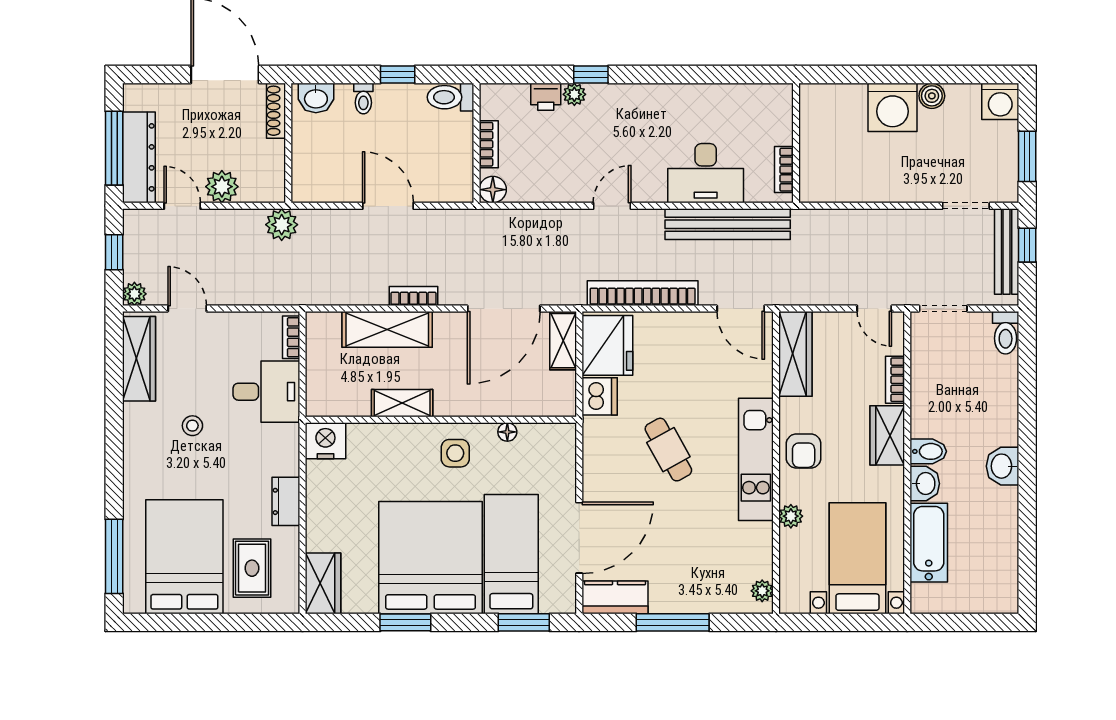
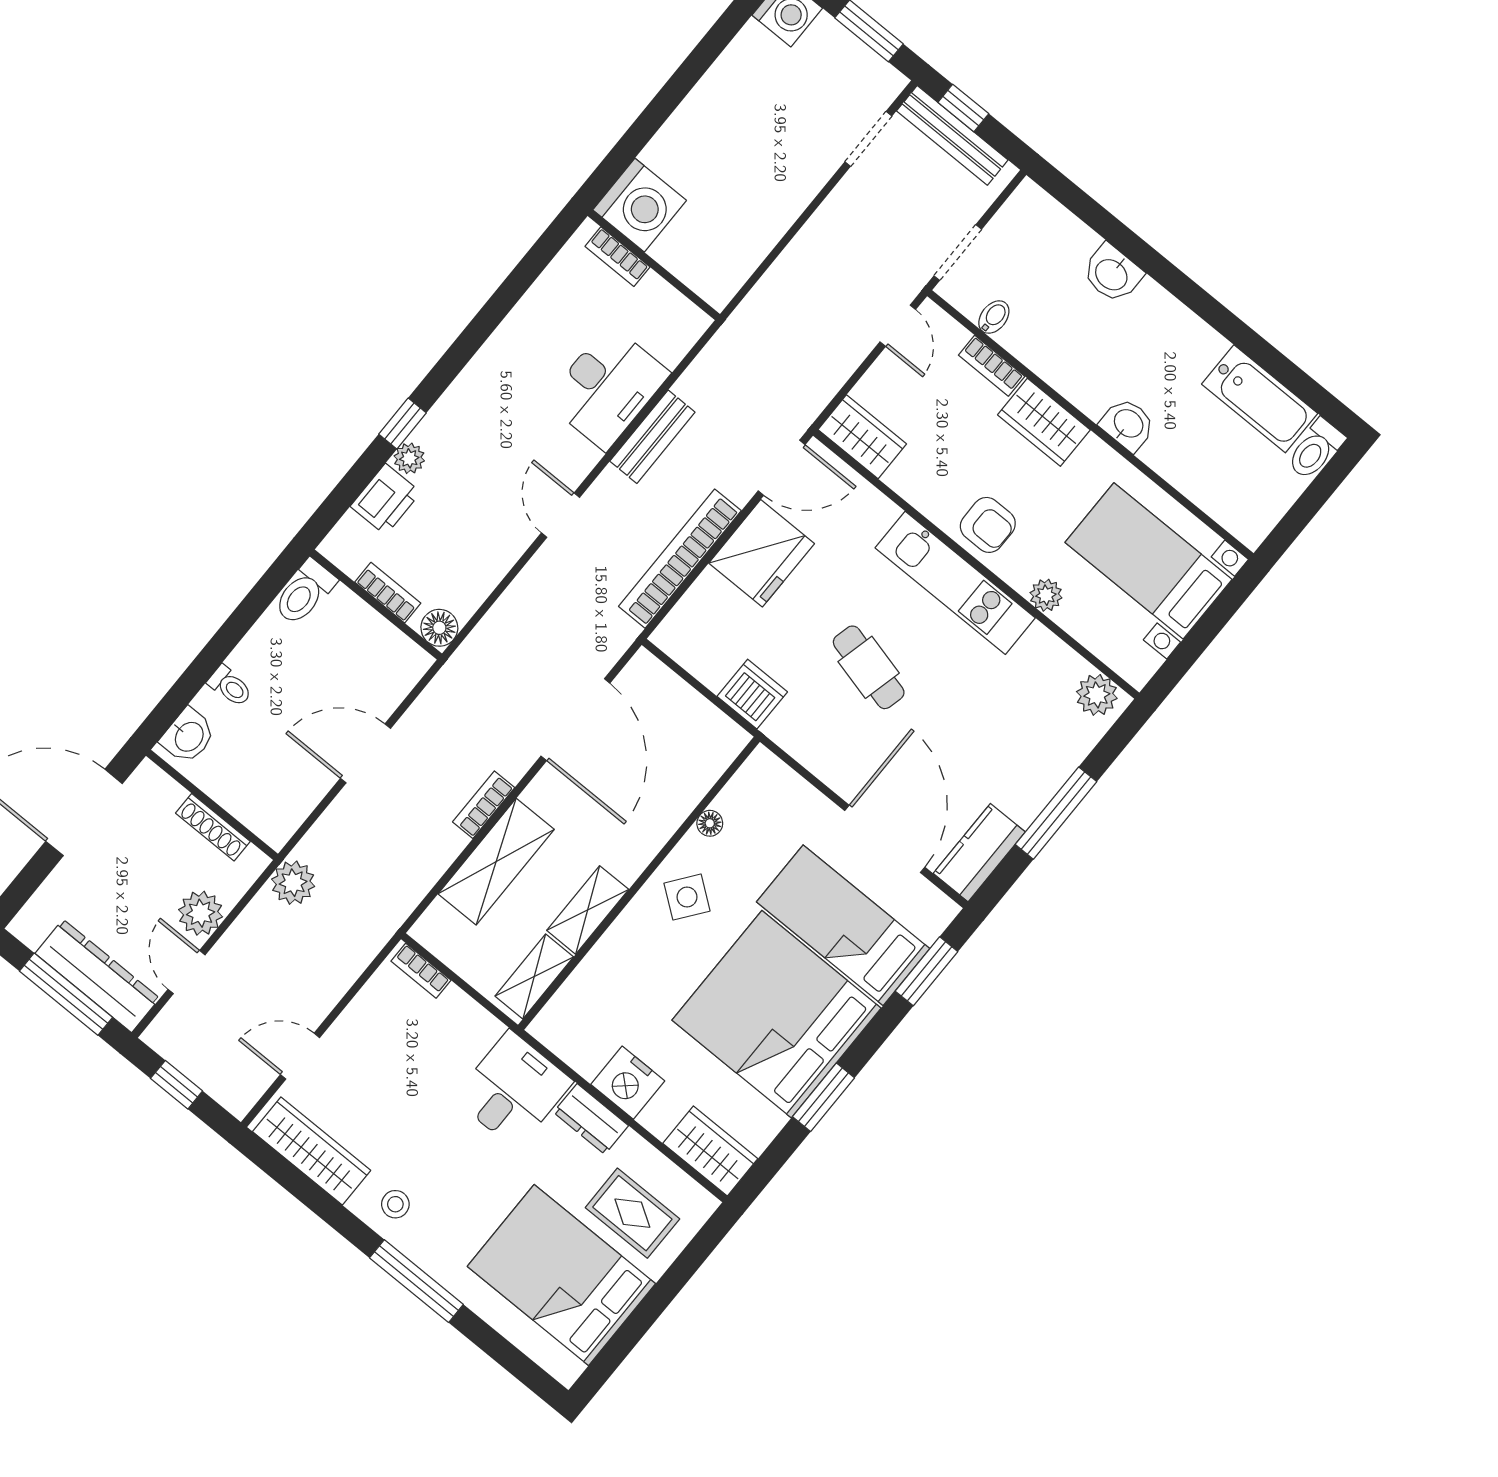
window: (398, 75) -> (234, 629), removed
boiler: (932, 96) -> (722, 79), removed
printer: (546, 97) -> (386, 499), width x1.36, depth x1.24
washing machine: (893, 107) -> (640, 205), moved
shoe rack: (276, 111) -> (213, 827), moved
bookcase: (784, 170) -> (617, 257), moved
door: (182, 206) -> (186, 972), hinge flipped
bench: (728, 224) -> (652, 437), width x0.54, depth x0.82
plant: (134, 294) -> (239, 1099), removed
door: (874, 308) -> (898, 326), hinge flipped
toilet: (1006, 333) -> (1315, 449), moved, turned 90
shelving: (563, 341) -> (534, 976), moved, turned 90
fridge: (607, 345) -> (762, 553), moved, turned 90
wardrobe: (795, 354) -> (862, 437), width x0.67
desk: (266, 392) -> (513, 1090), moved
stool: (192, 426) -> (395, 1204), moved
nightstand: (325, 441) -> (628, 1083), moved, turned -90
cafe table: (668, 450) -> (869, 667), turned 43
bidet: (928, 451) -> (994, 317), moved, width x0.72, depth x0.74
side table: (455, 453) -> (687, 897), turned 37
washbasin: (1002, 466) -> (1112, 274), moved
bathtub: (929, 543) -> (1260, 399), moved, turned 180
window: (114, 556) -> (416, 1281), moved
plant: (762, 591) -> (1097, 695), width x1.38, depth x1.38

